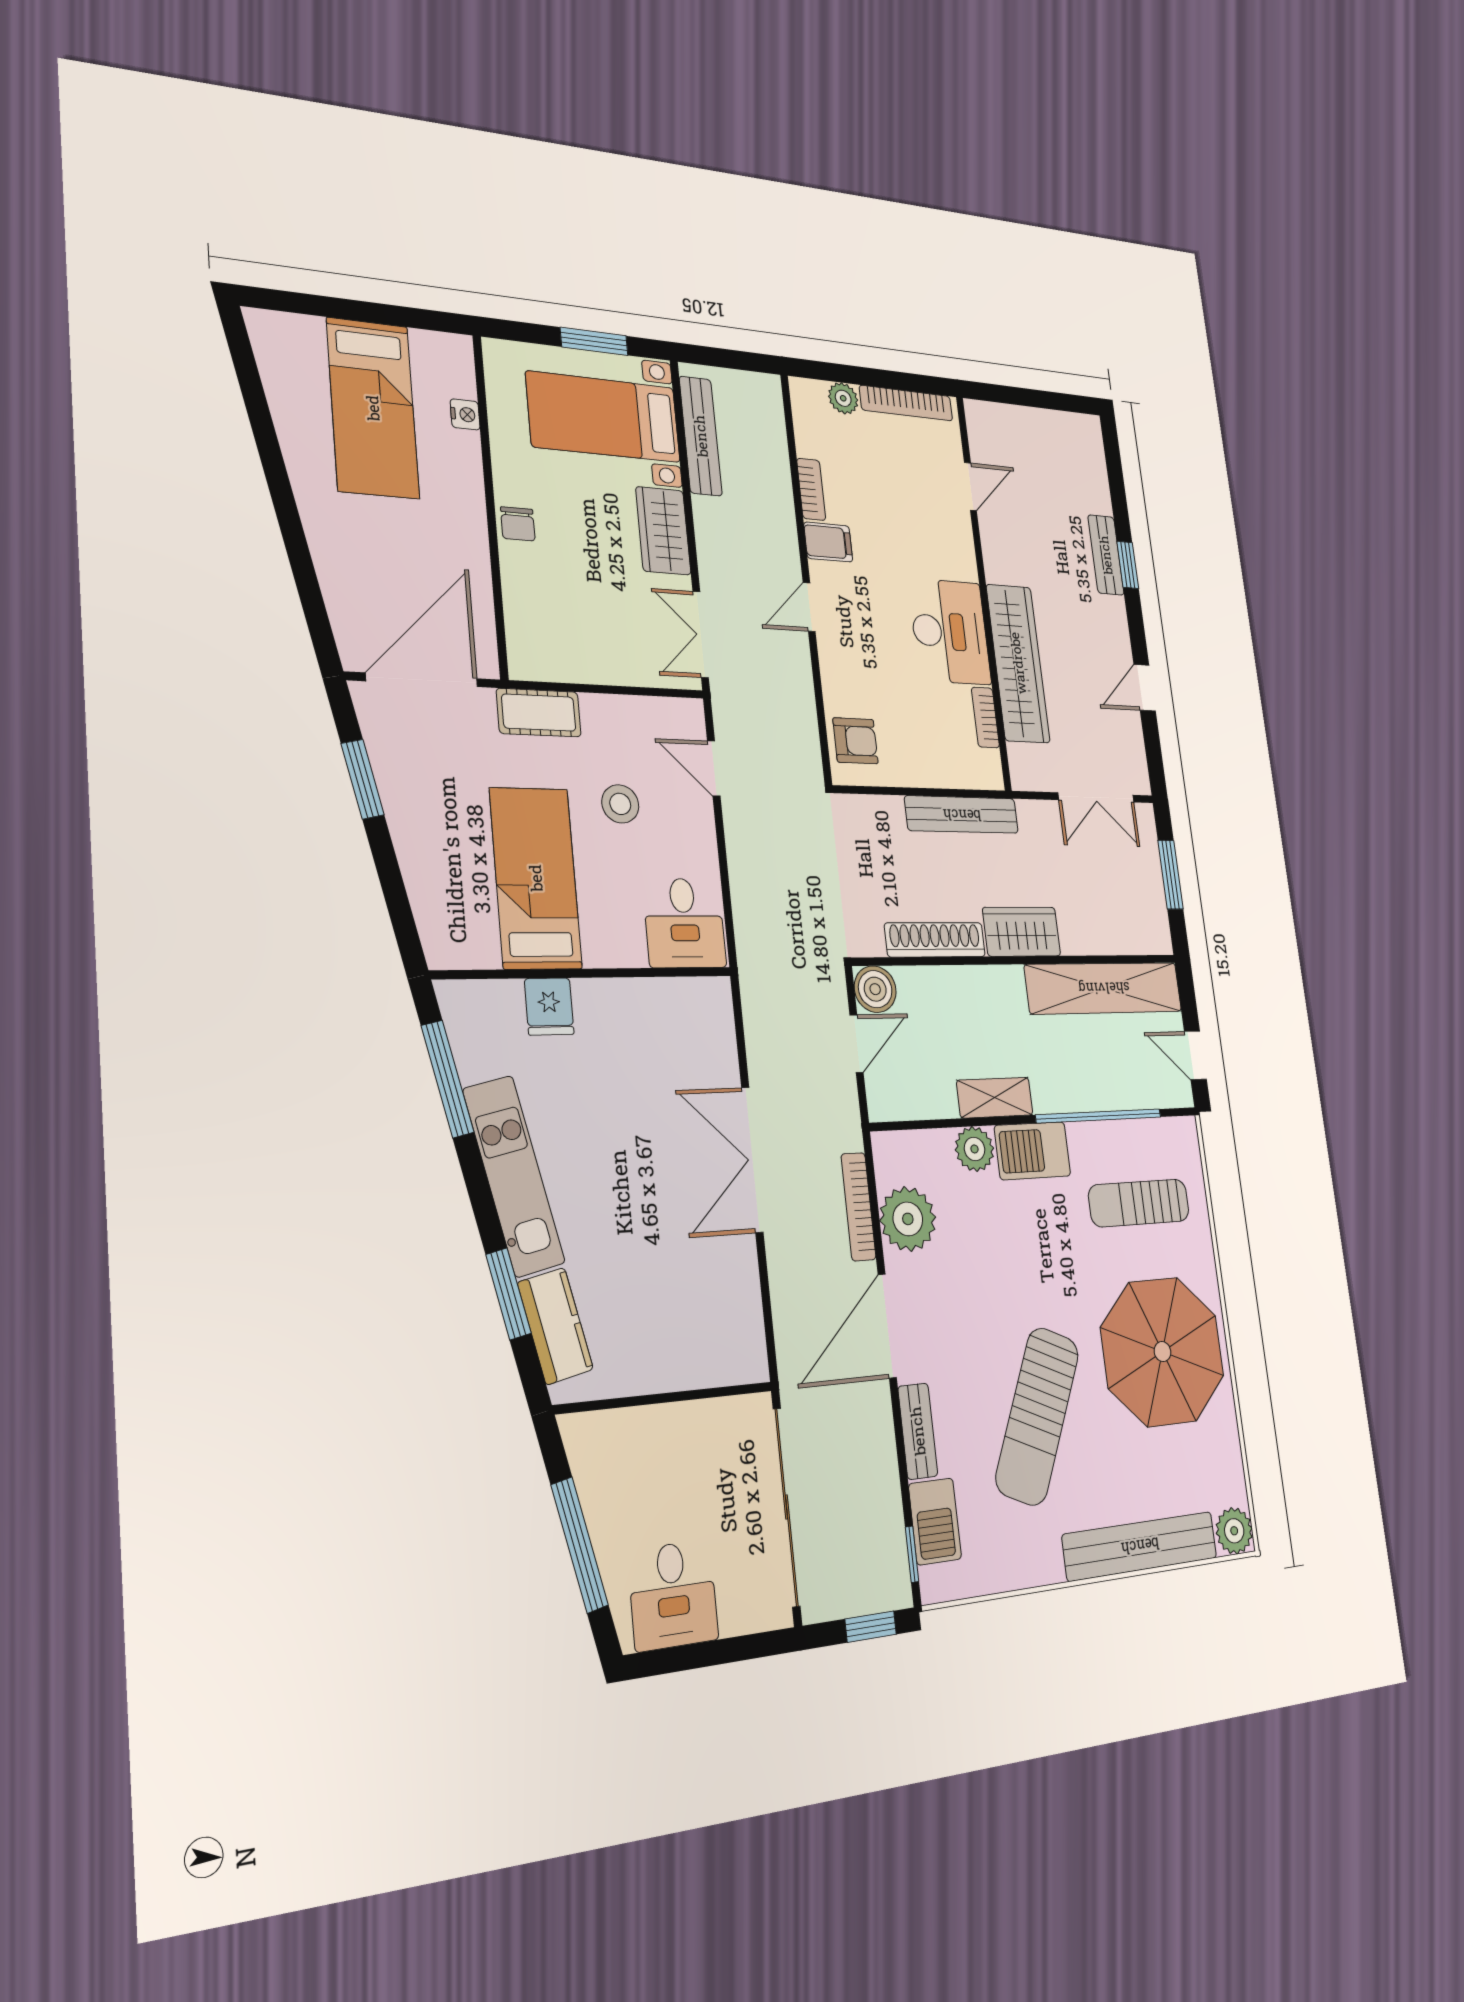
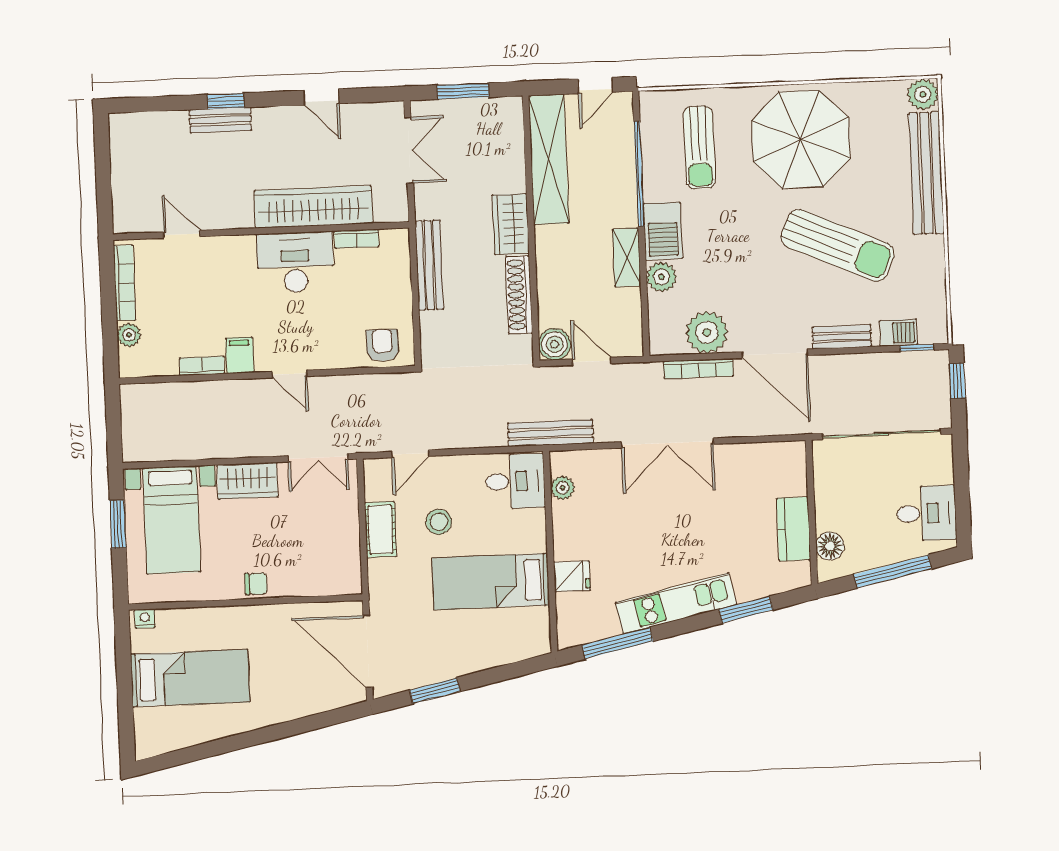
nightstand: (465, 414) -> (145, 619), moved
bench: (701, 436) -> (551, 433), moved
cot: (539, 713) -> (380, 530), moved
plant: (679, 995) -> (562, 488), added
kitchen counter: (555, 1326) -> (794, 529), moved, turned -78
floor lamp: (614, 1432) -> (830, 546), added
barbecue: (935, 1521) -> (898, 333), width x0.73, depth x0.79

